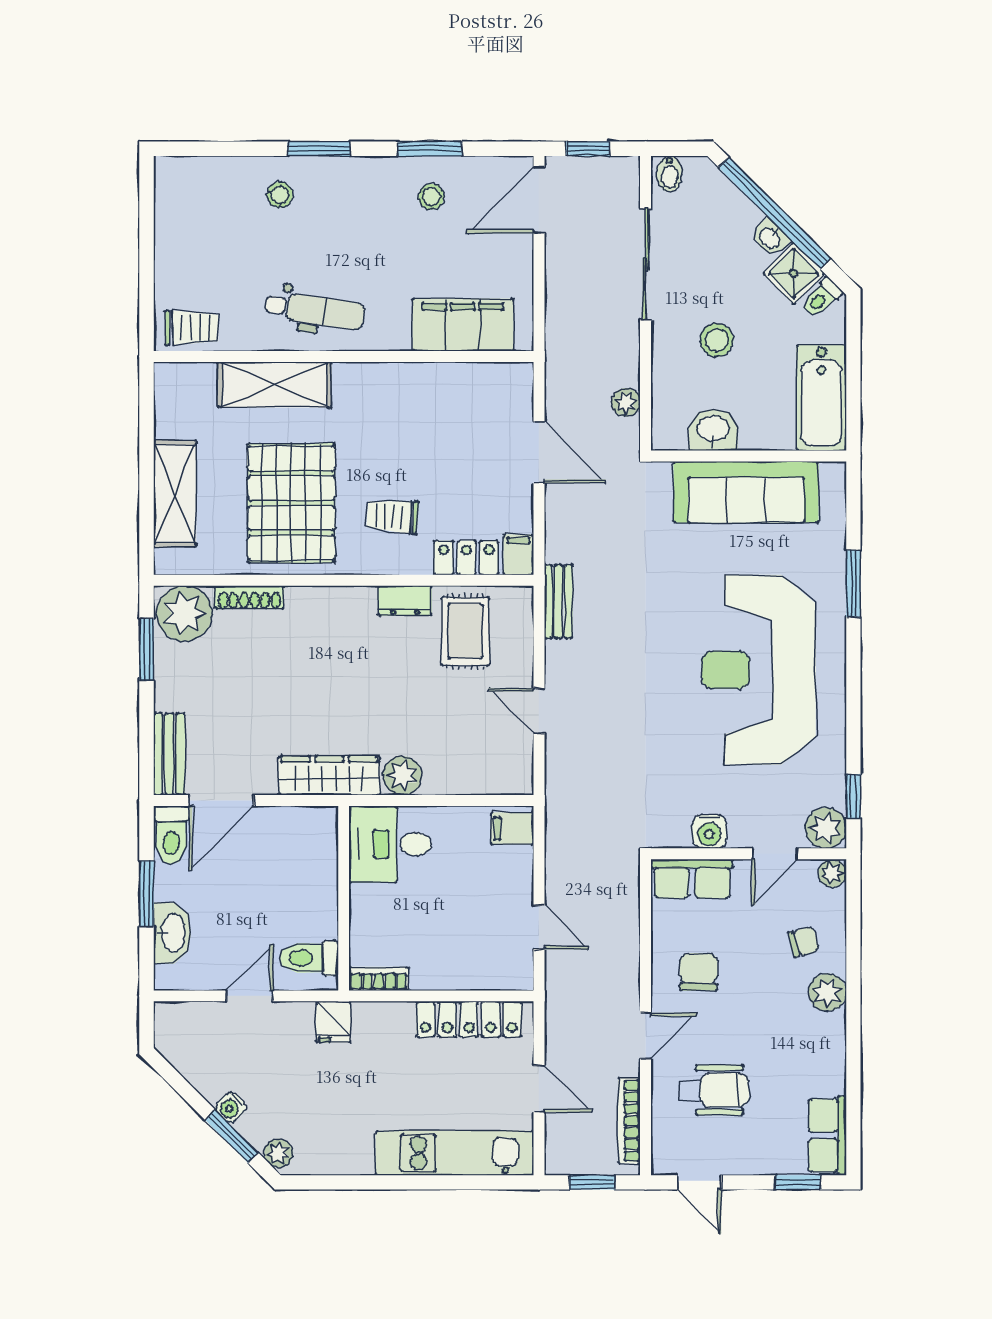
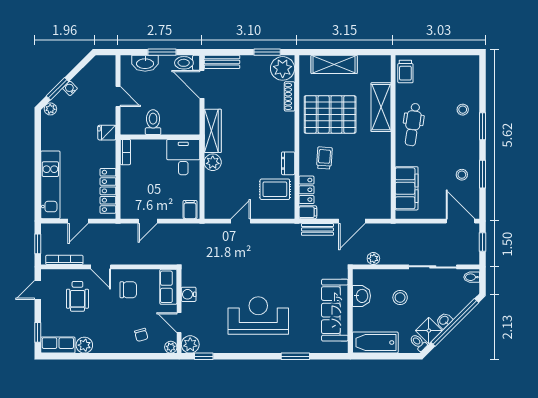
bench: (558, 602) -> (317, 229), moved
reception desk: (759, 670) -> (258, 316), width x0.74, depth x0.77
toilet: (309, 958) -> (153, 122), moved
plant: (827, 992) -> (84, 345), moved

